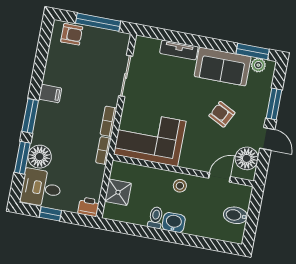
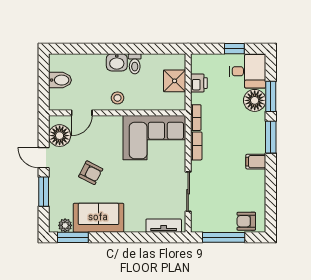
tv unit: (179, 50) -> (164, 226), moved
printer: (89, 207) -> (199, 83), moved, turned -90

